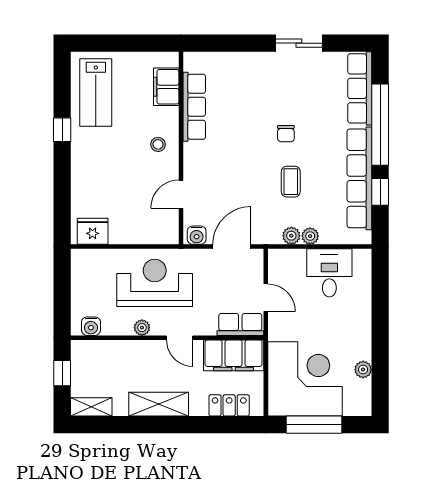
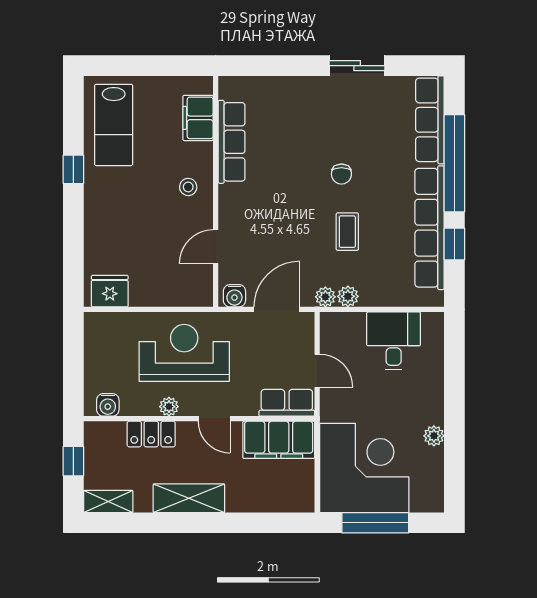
plant: (310, 236) -> (325, 297), moved
plant: (363, 370) -> (434, 436), moved
locker: (229, 405) -> (151, 434), moved, turned 180

